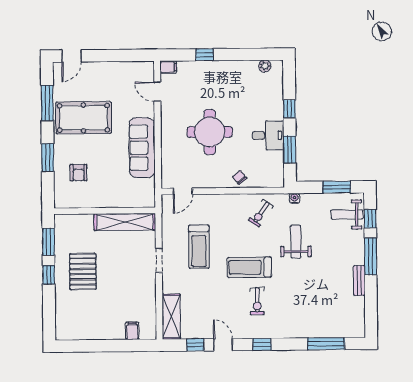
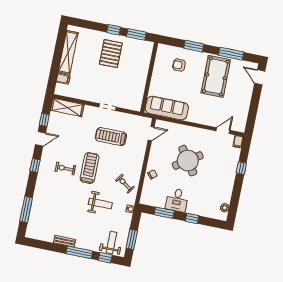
round table: (210, 132) -> (188, 161), turned -34
sofa: (142, 148) -> (167, 108), moved
door: (183, 191) -> (151, 134), swing flipped
shelving: (125, 222) -> (68, 52), moved
pallet: (83, 272) -> (111, 54), turned 90

